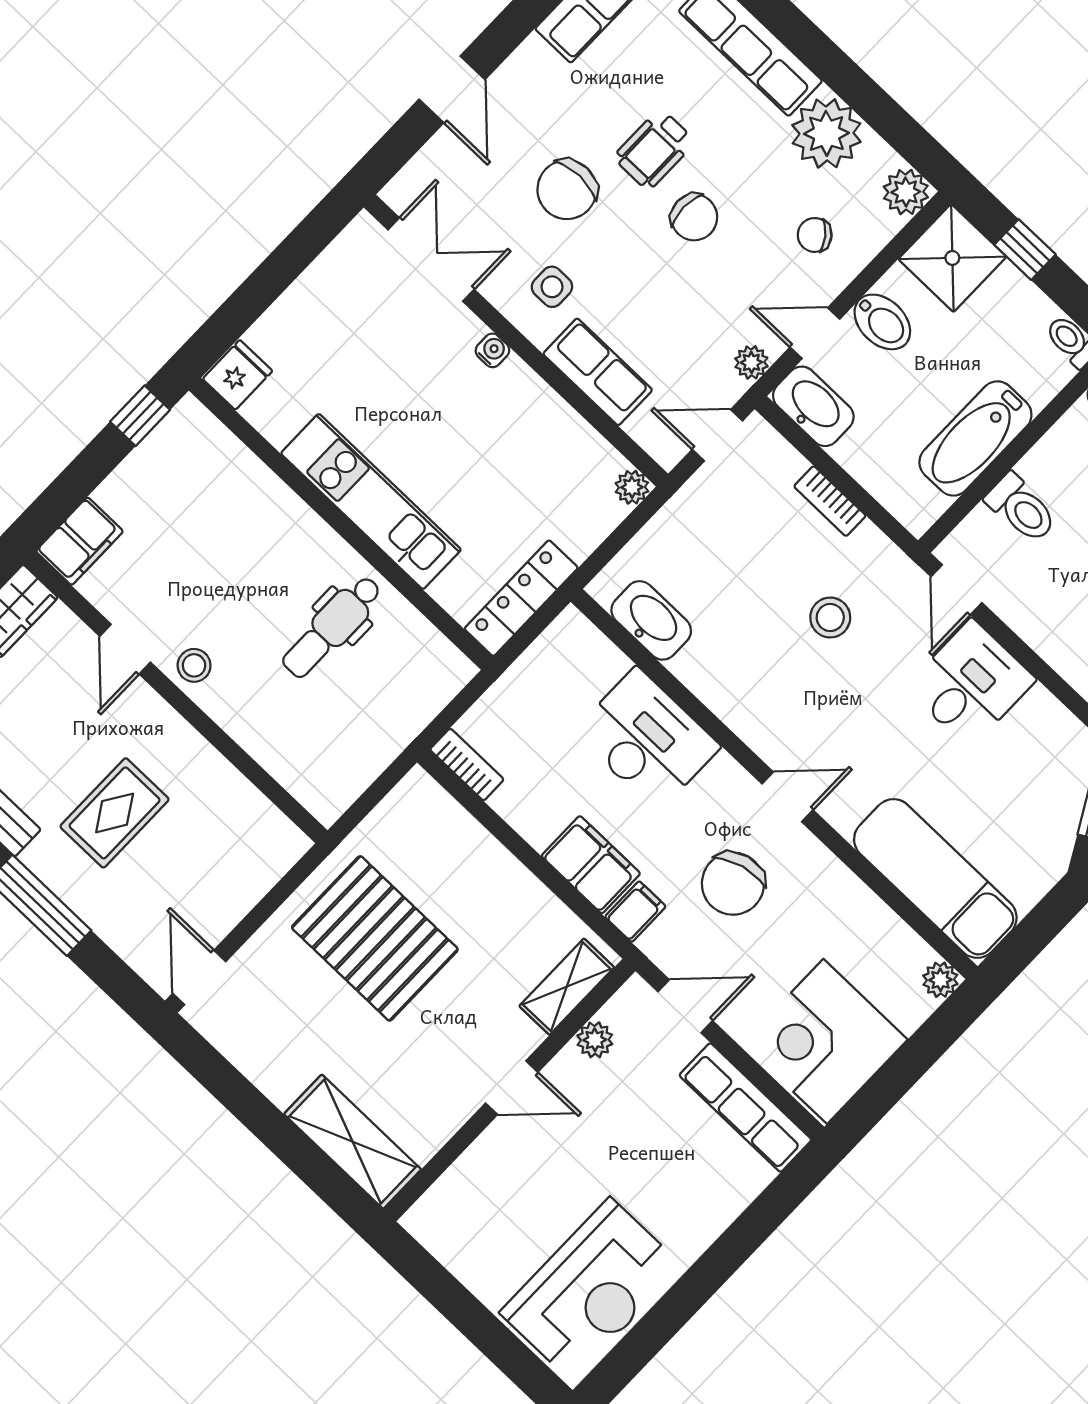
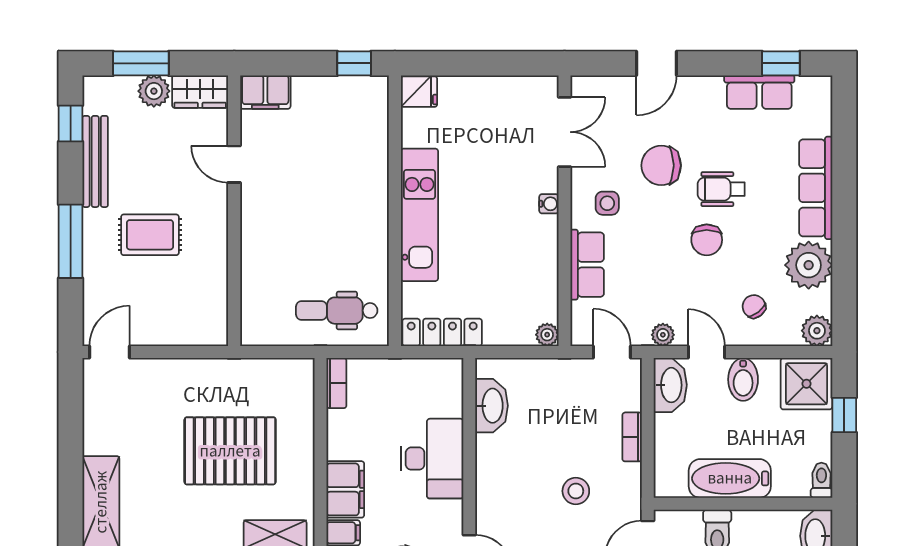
dental chair: (332, 627) -> (337, 311), moved
door: (125, 649) -> (234, 164), hinge flipped
stool: (194, 665) -> (258, 205), removed
pallet: (375, 938) -> (230, 451), moved, turned 90

